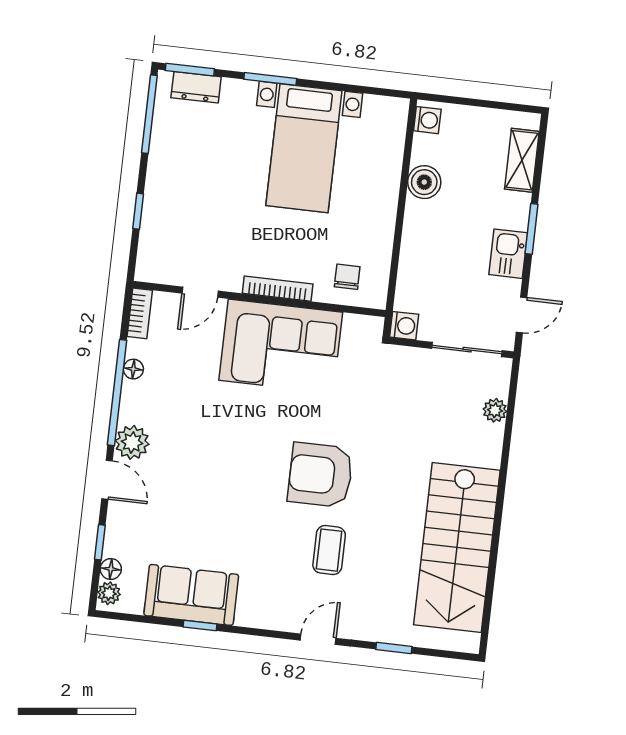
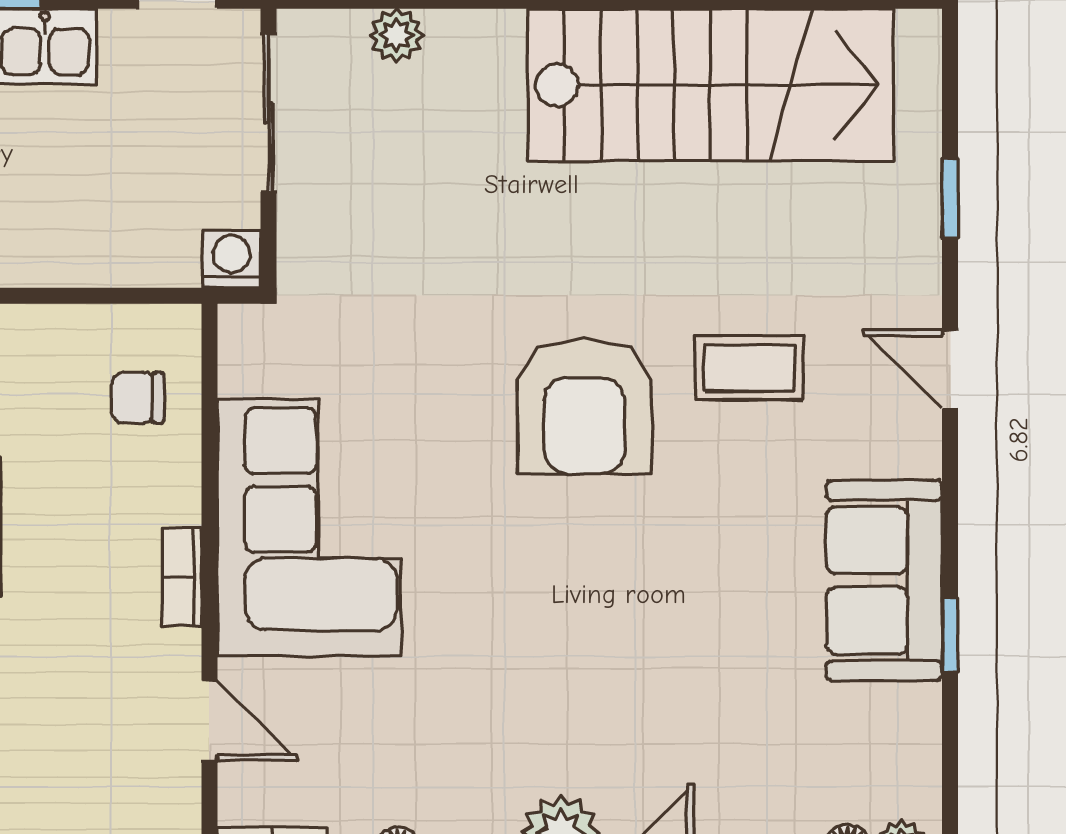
bookcase: (278, 289) -> (182, 577), width x0.64
sofa: (191, 595) -> (884, 581), moved

